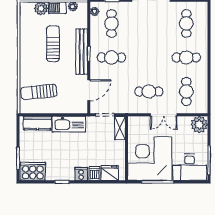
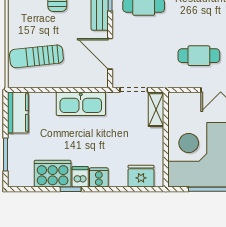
door: (89, 90) -> (110, 54), swing flipped
kitchen counter: (37, 123) -> (18, 113), moved, turned -90
cooker: (33, 171) -> (53, 174), moved
dishwasher: (95, 174) -> (80, 177), moved

